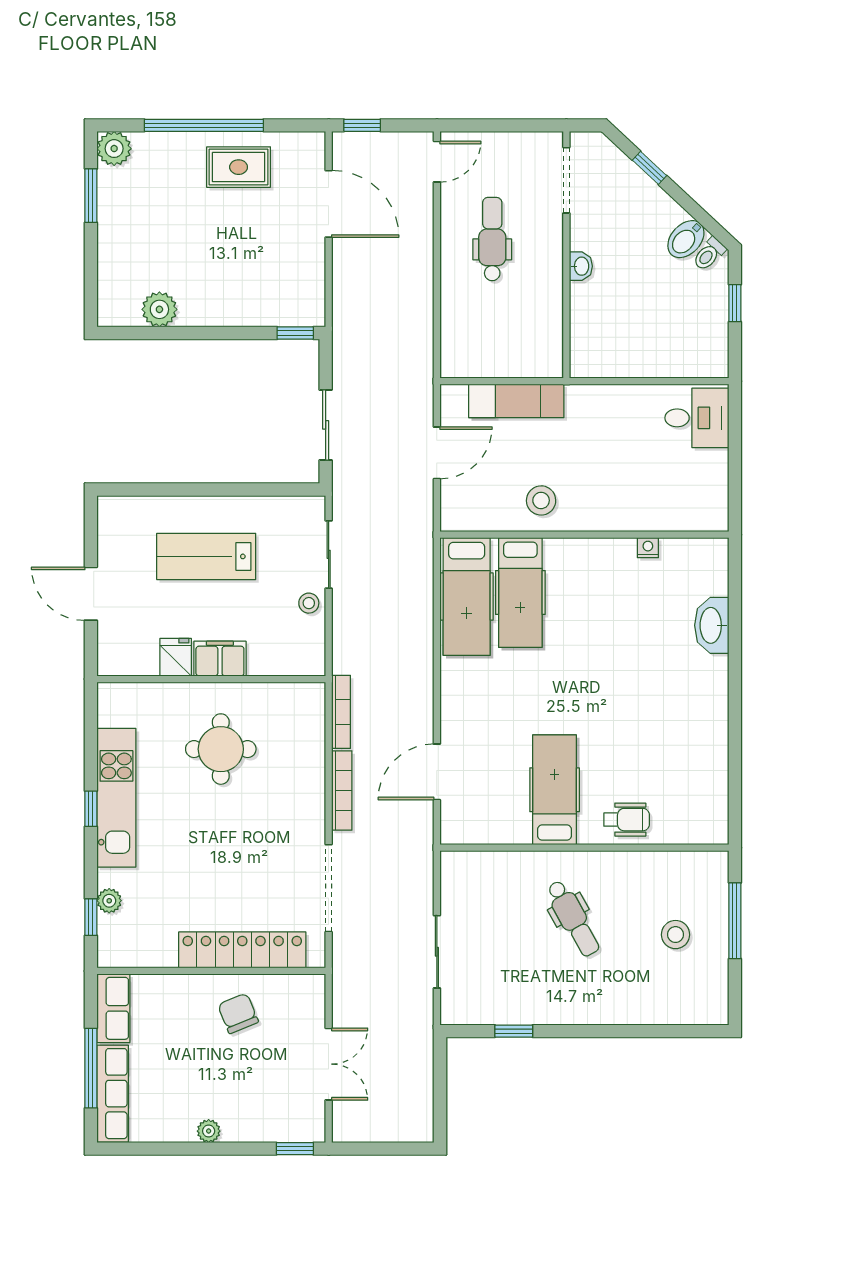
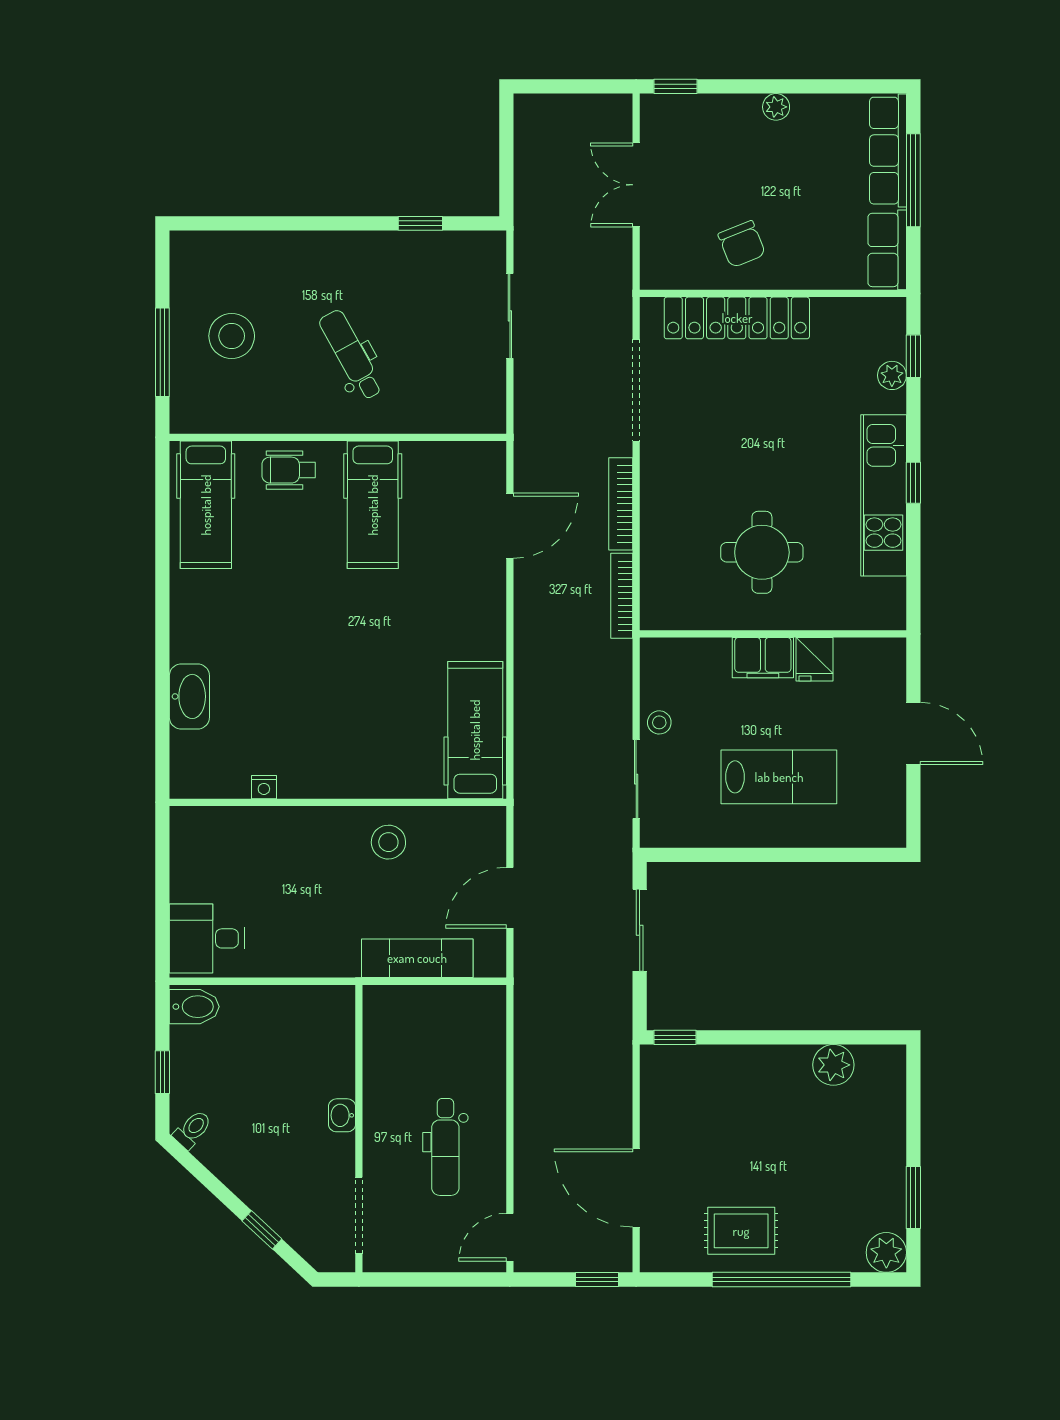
bidet: (686, 239) -> (194, 1007), moved, turned 47
hospital bed: (520, 592) -> (206, 505), moved, turned 180
stool: (676, 935) -> (232, 336), width x1.38, depth x1.38

